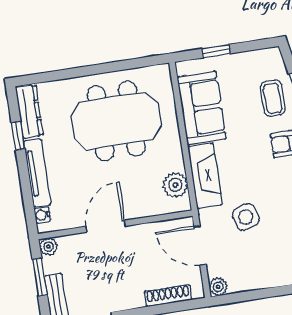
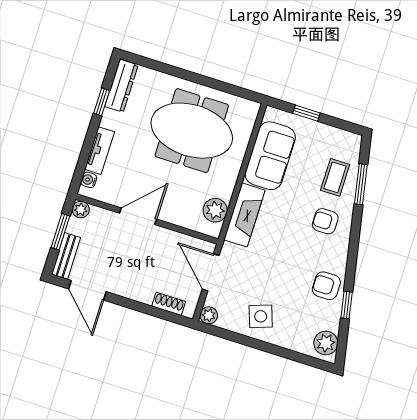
tv unit: (37, 173) -> (100, 151), width x0.71
side table: (246, 217) -> (261, 316), moved
shoe rack: (168, 296) -> (169, 304), width x0.70

